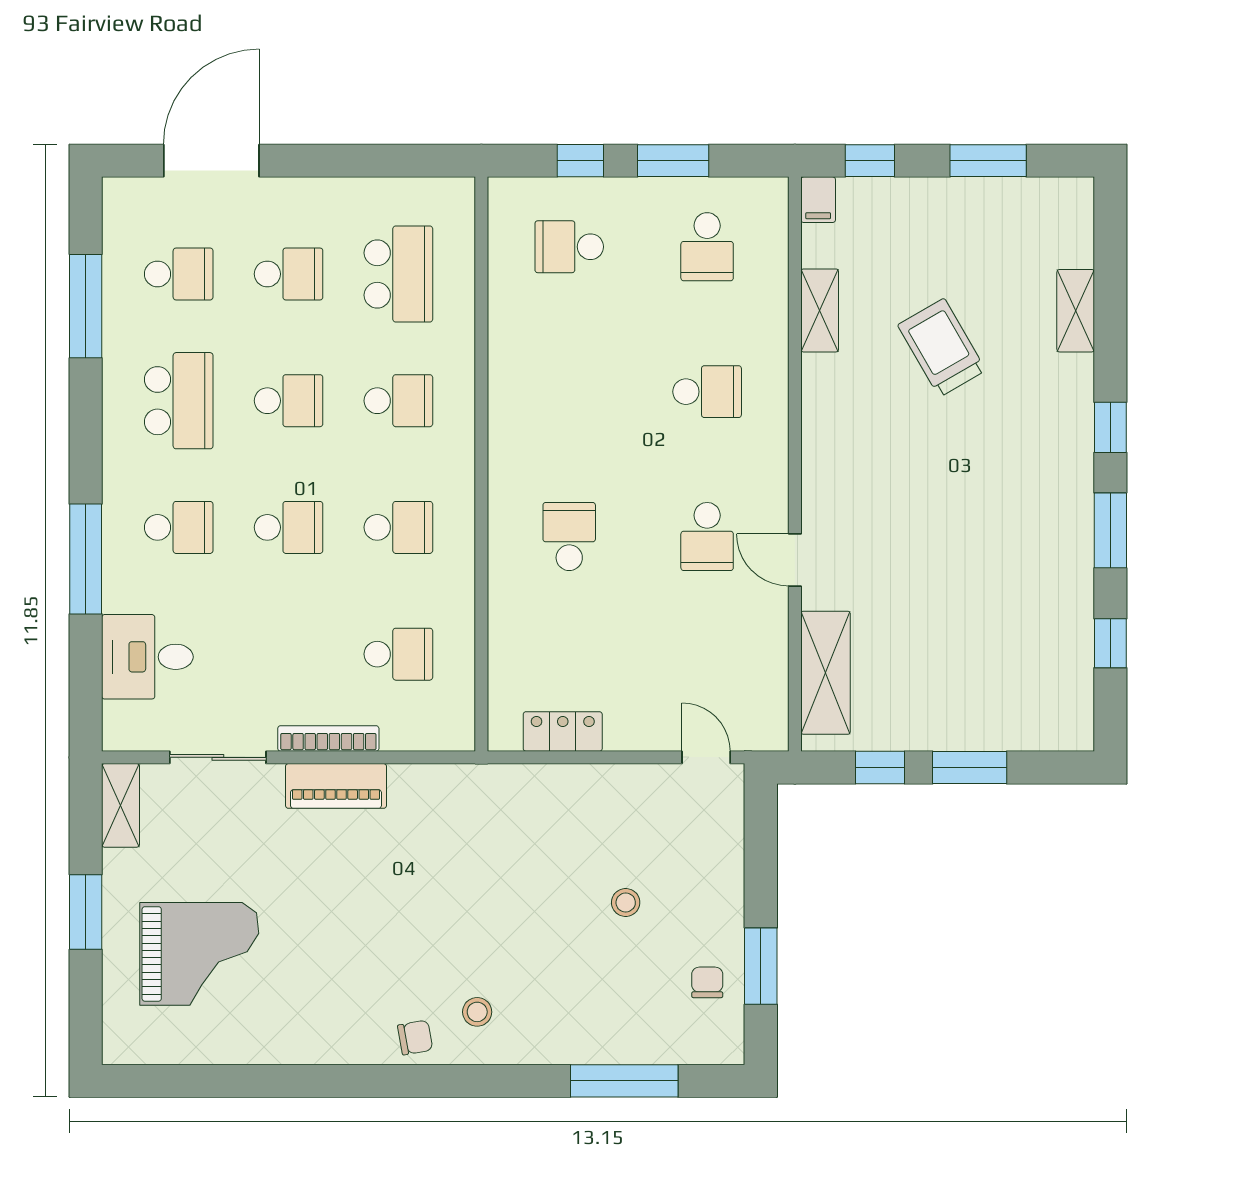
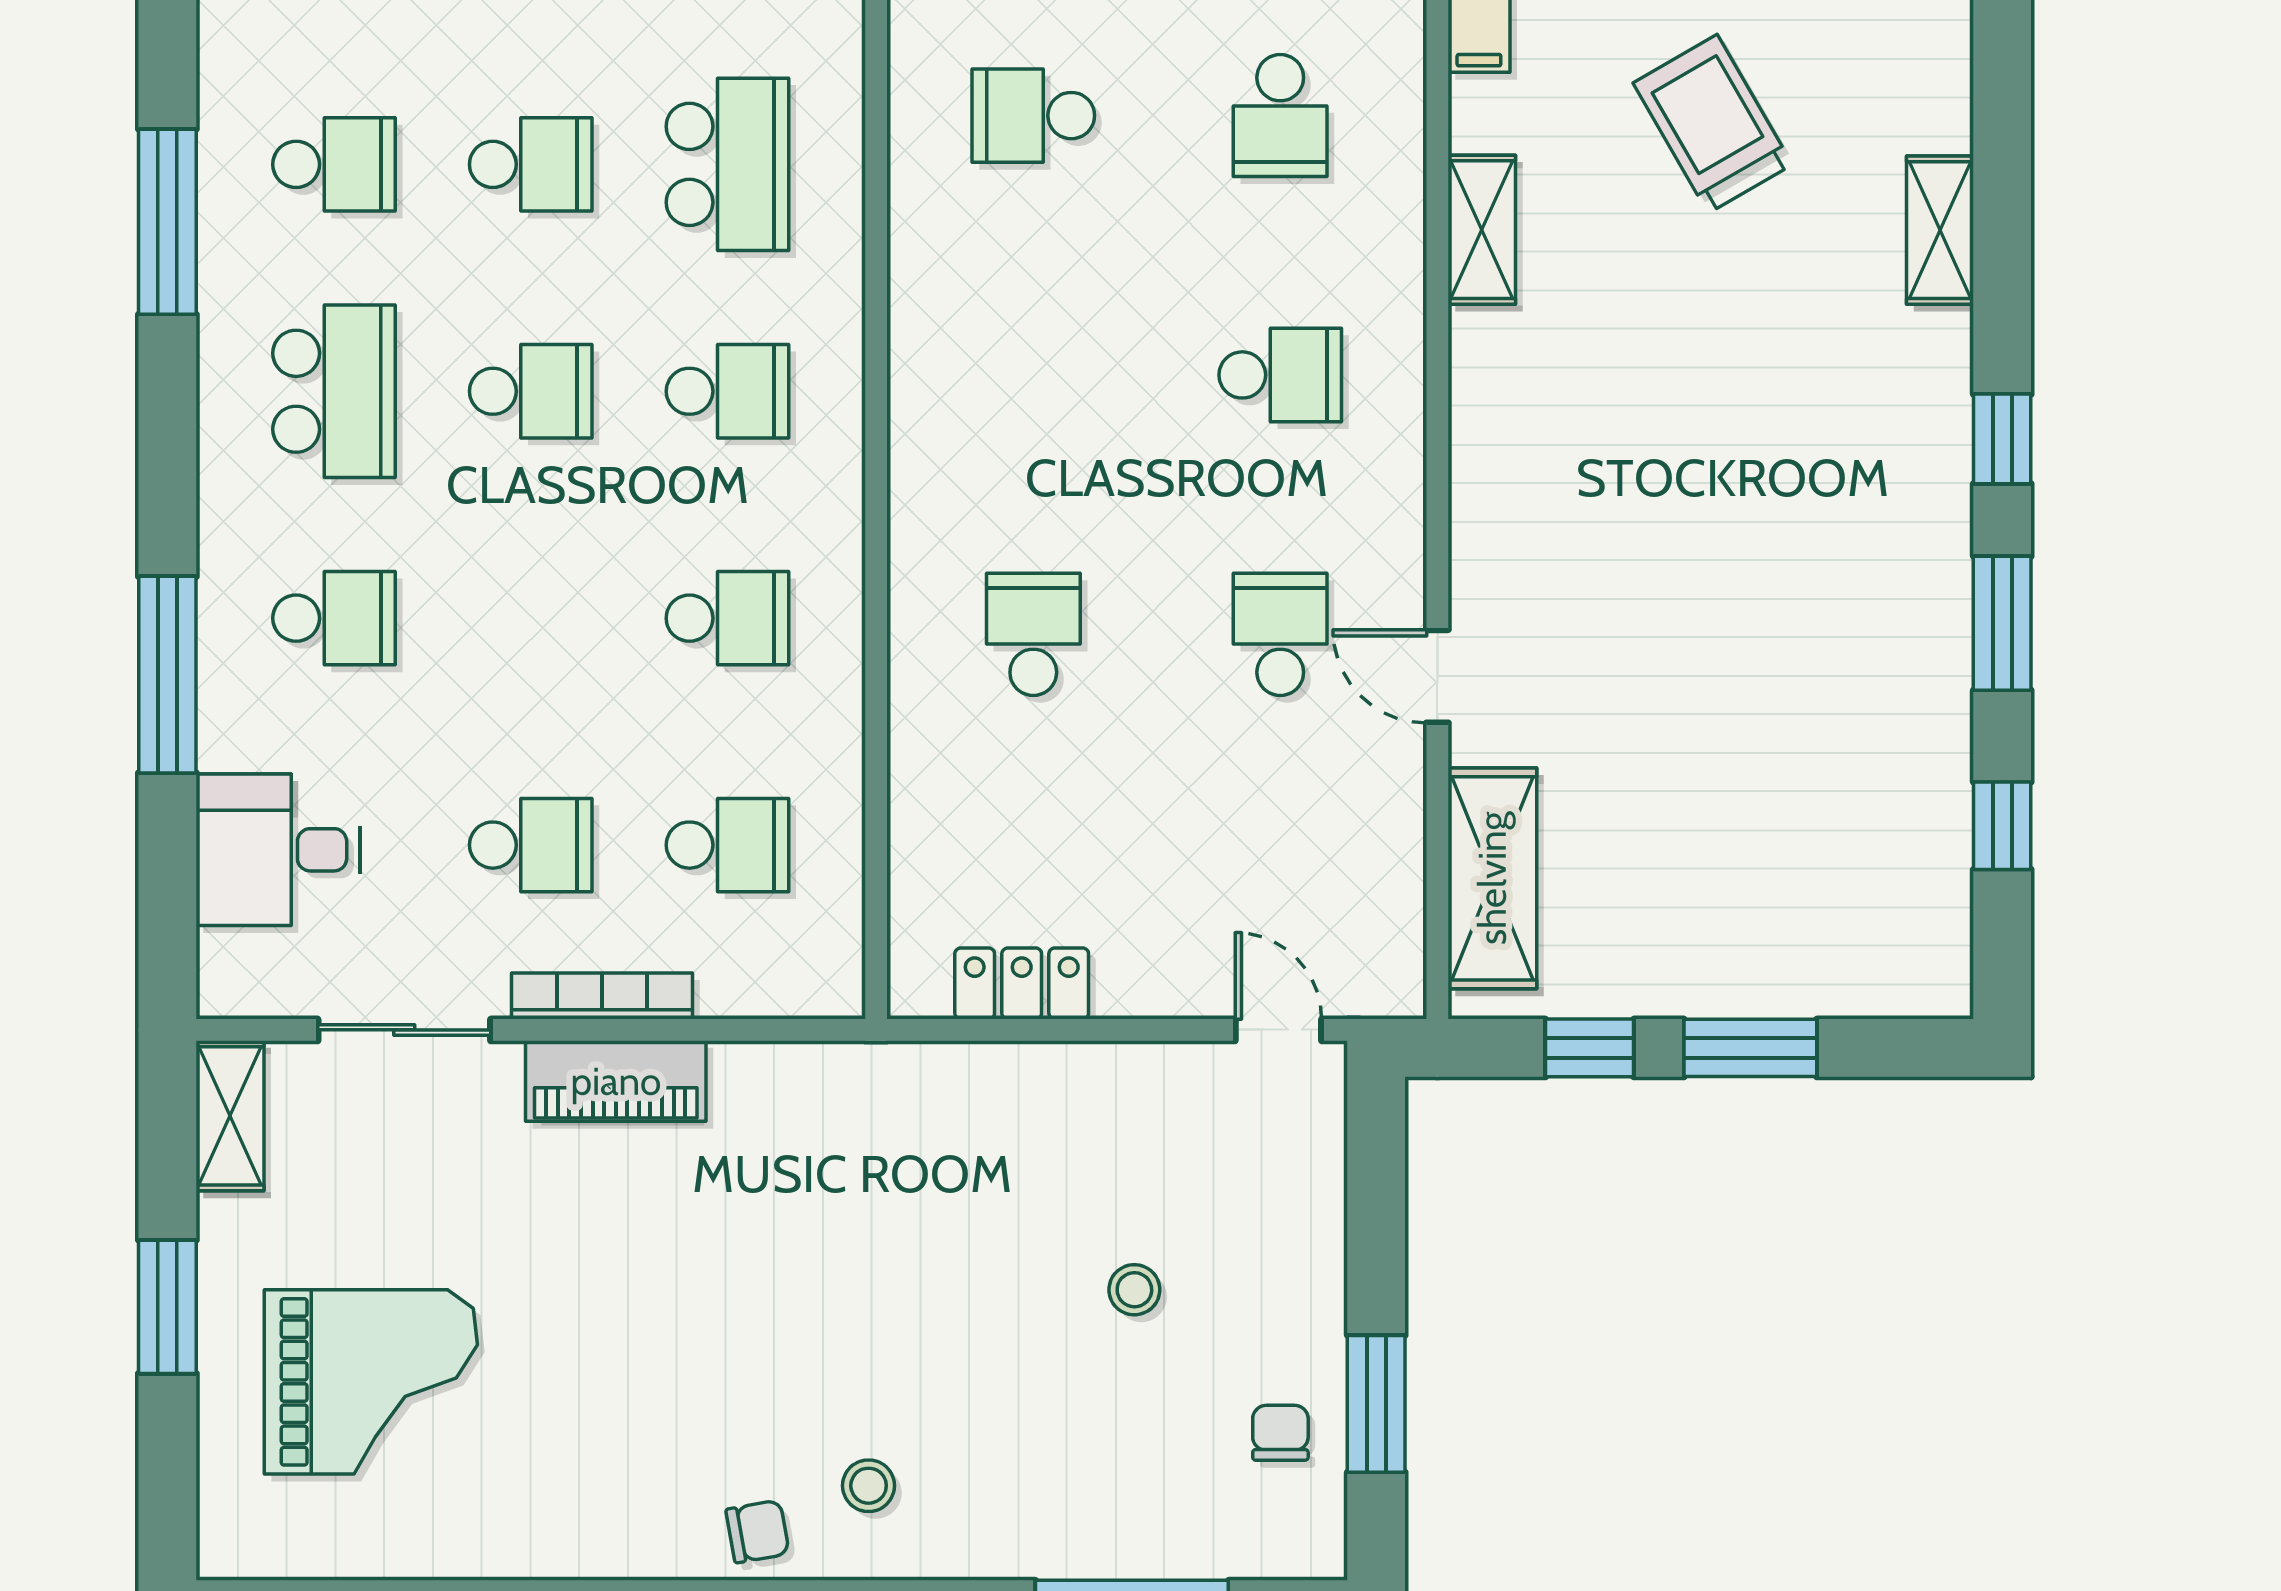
trolley: (942, 348) -> (1713, 124), moved
school desk: (289, 527) -> (531, 845), moved
school desk: (707, 537) -> (1280, 634), turned 180

